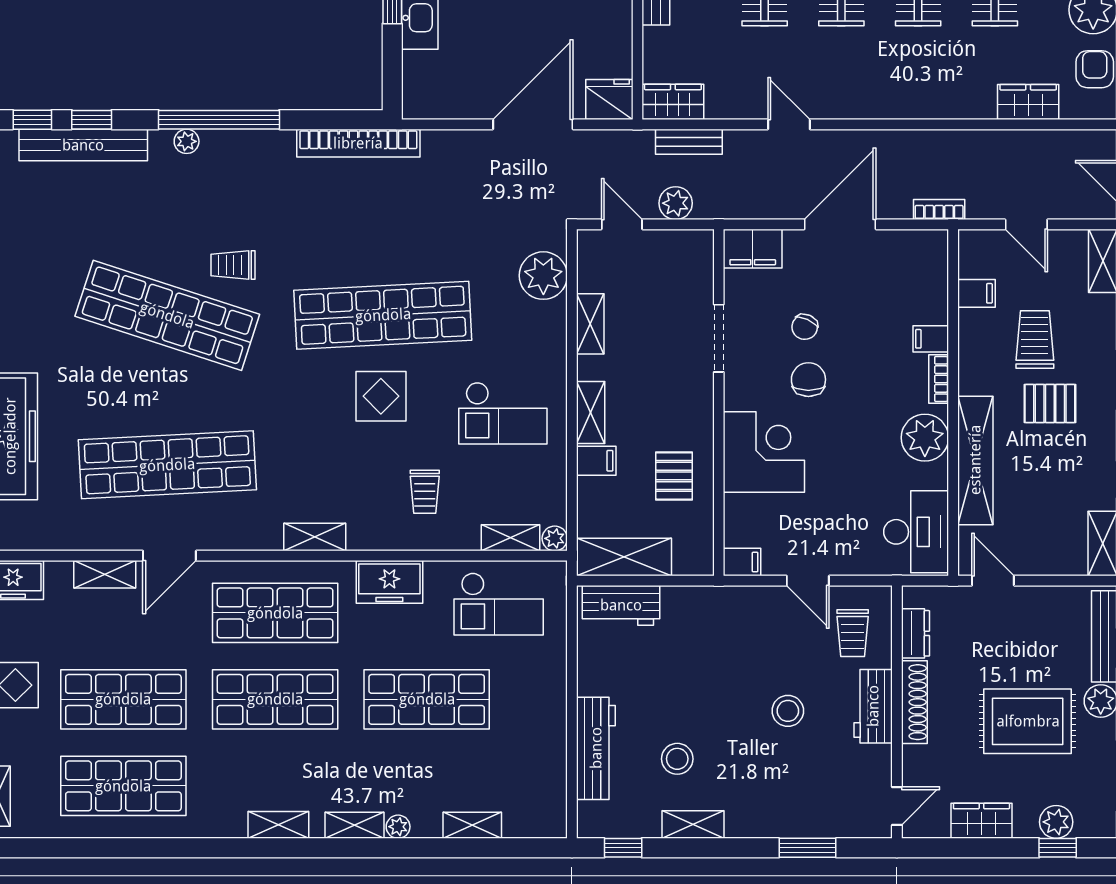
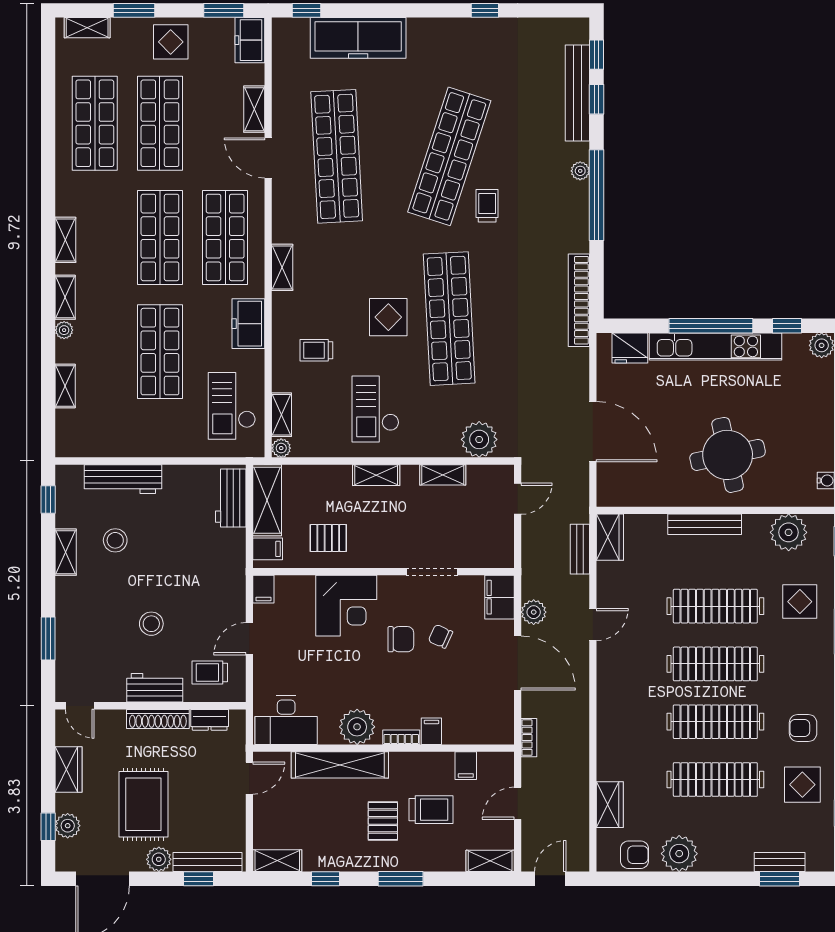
fridge: (609, 99) -> (630, 348), moved, turned 90
plant: (676, 203) -> (534, 612), moved
filing cabinet: (596, 461) -> (268, 549), moved, turned -90

